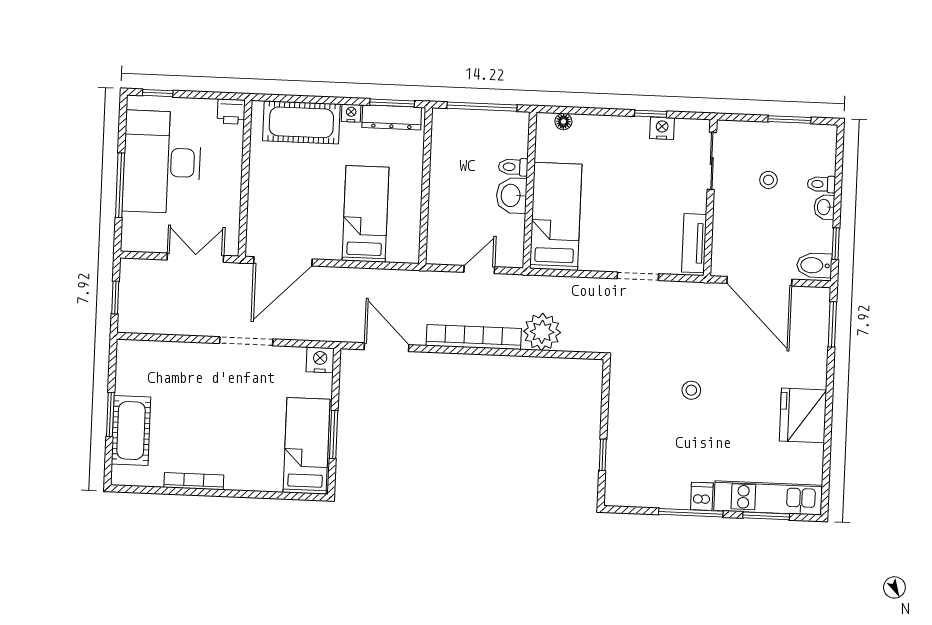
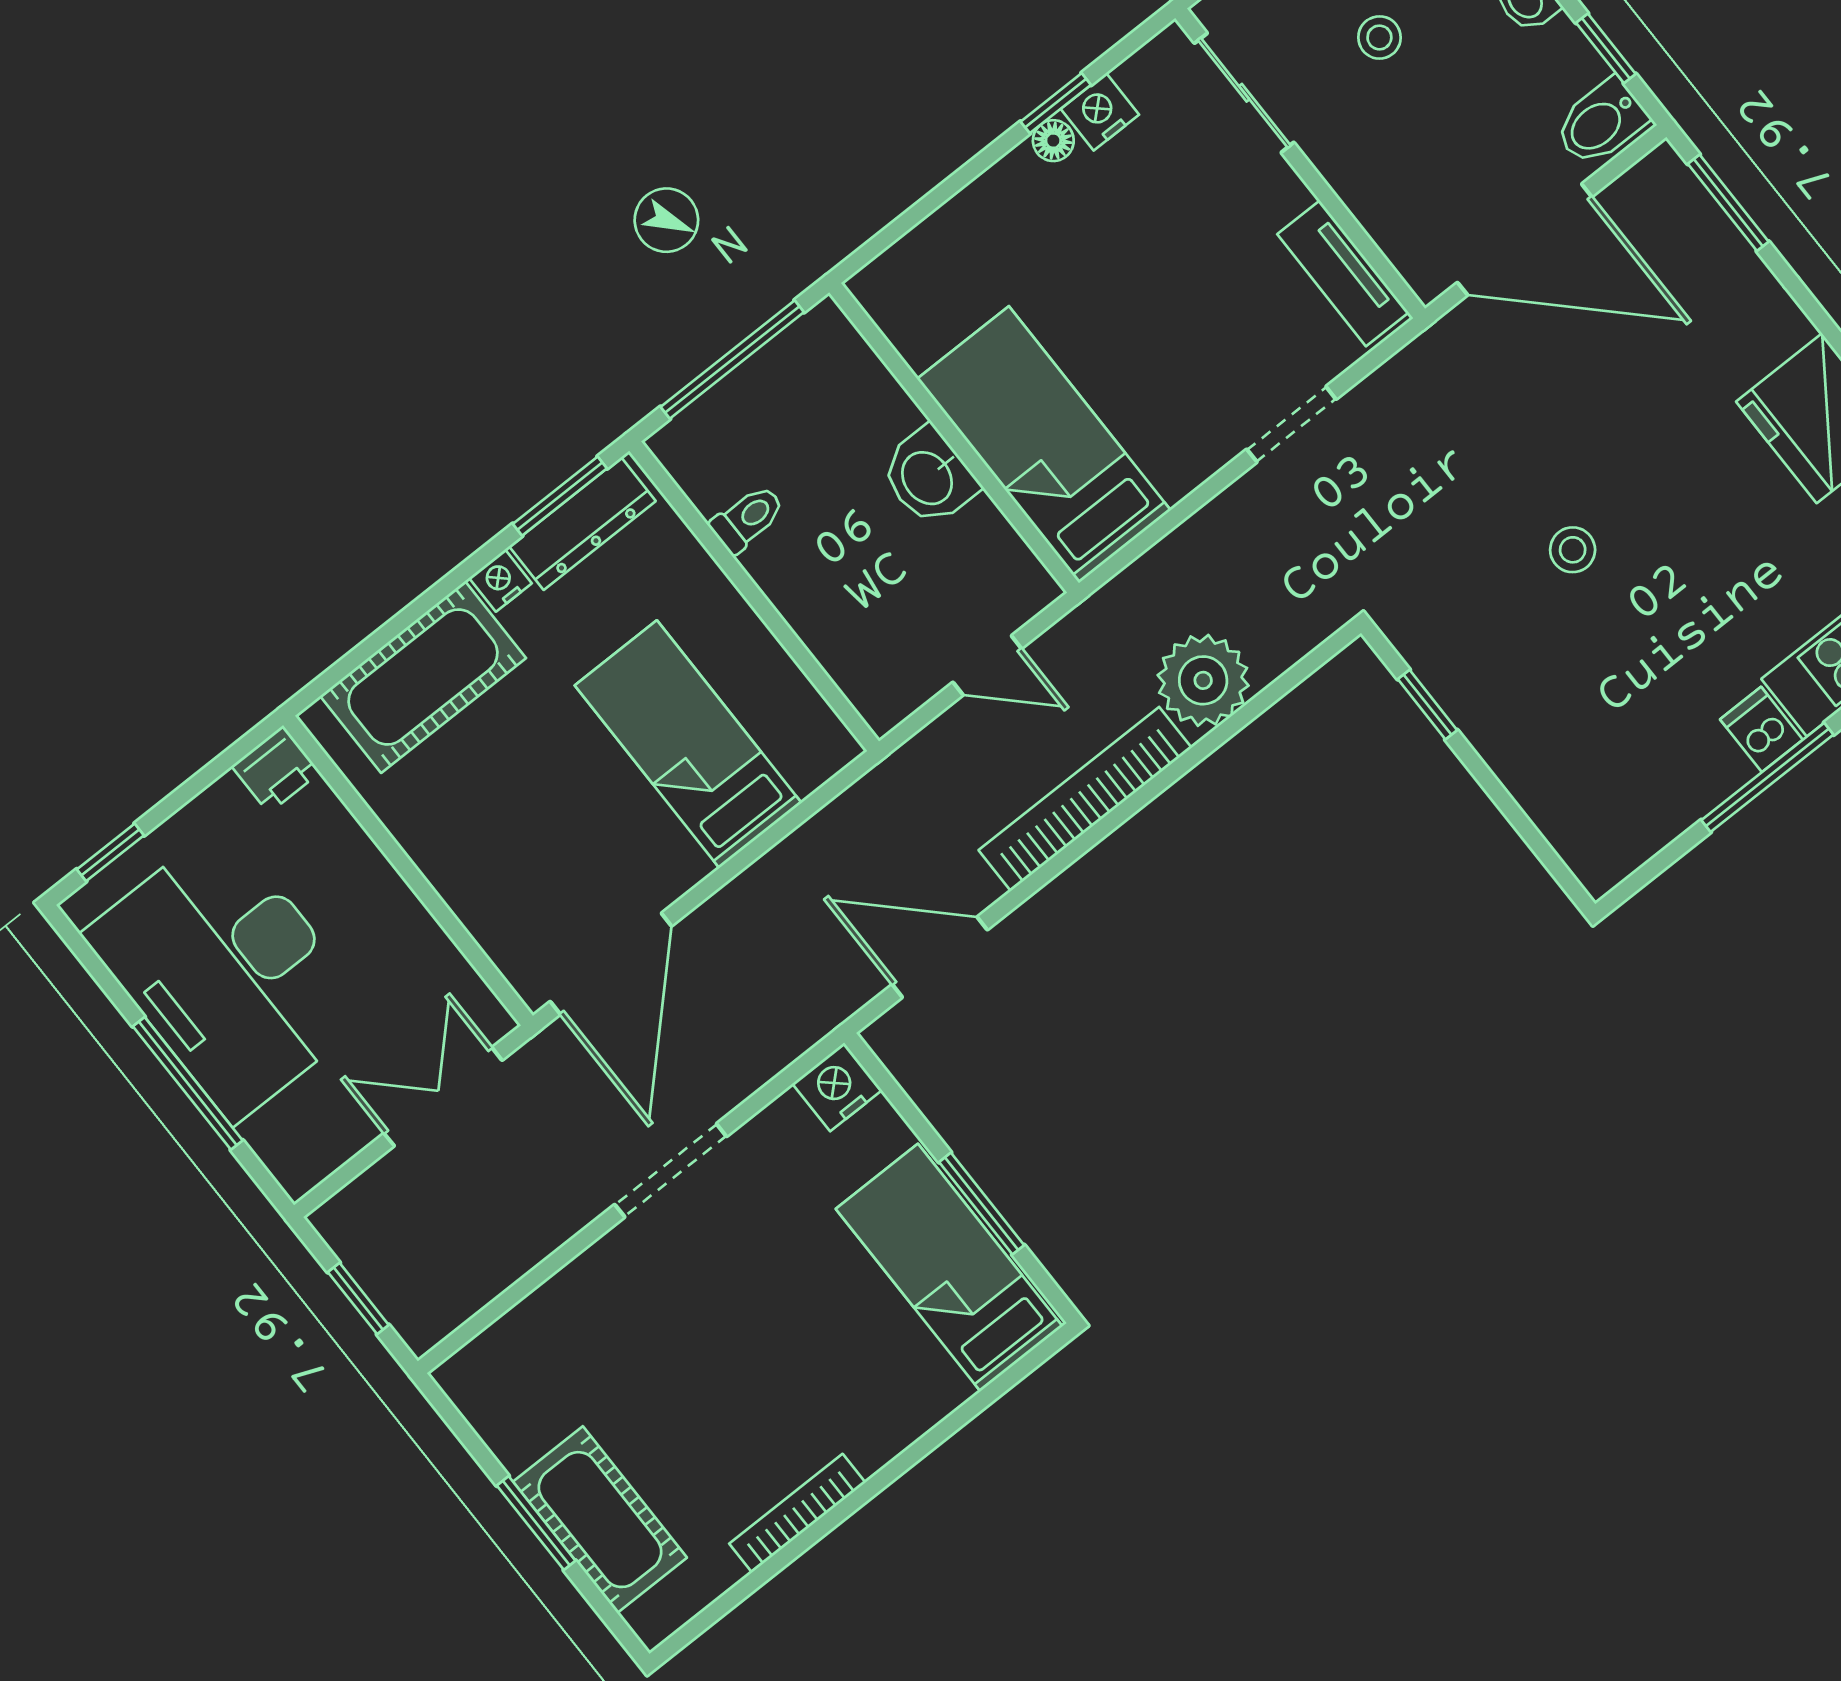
floor lamp: (563, 121) -> (1053, 141), moved
toilet: (513, 167) -> (748, 519), moved, turned 180
door: (479, 270) -> (987, 665), swing flipped
window: (603, 455) -> (1428, 705), moved

